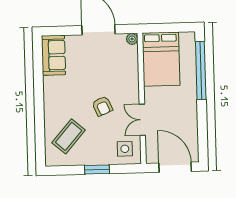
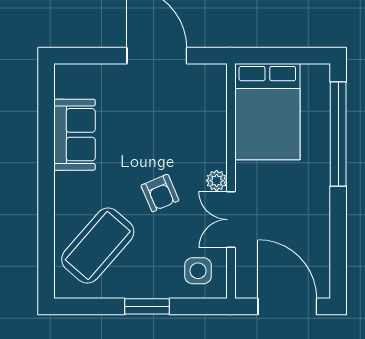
plant: (132, 39) -> (217, 181), moved
sofa: (53, 55) -> (75, 135), moved
coffee table: (69, 136) -> (98, 246), width x1.36, depth x1.32

